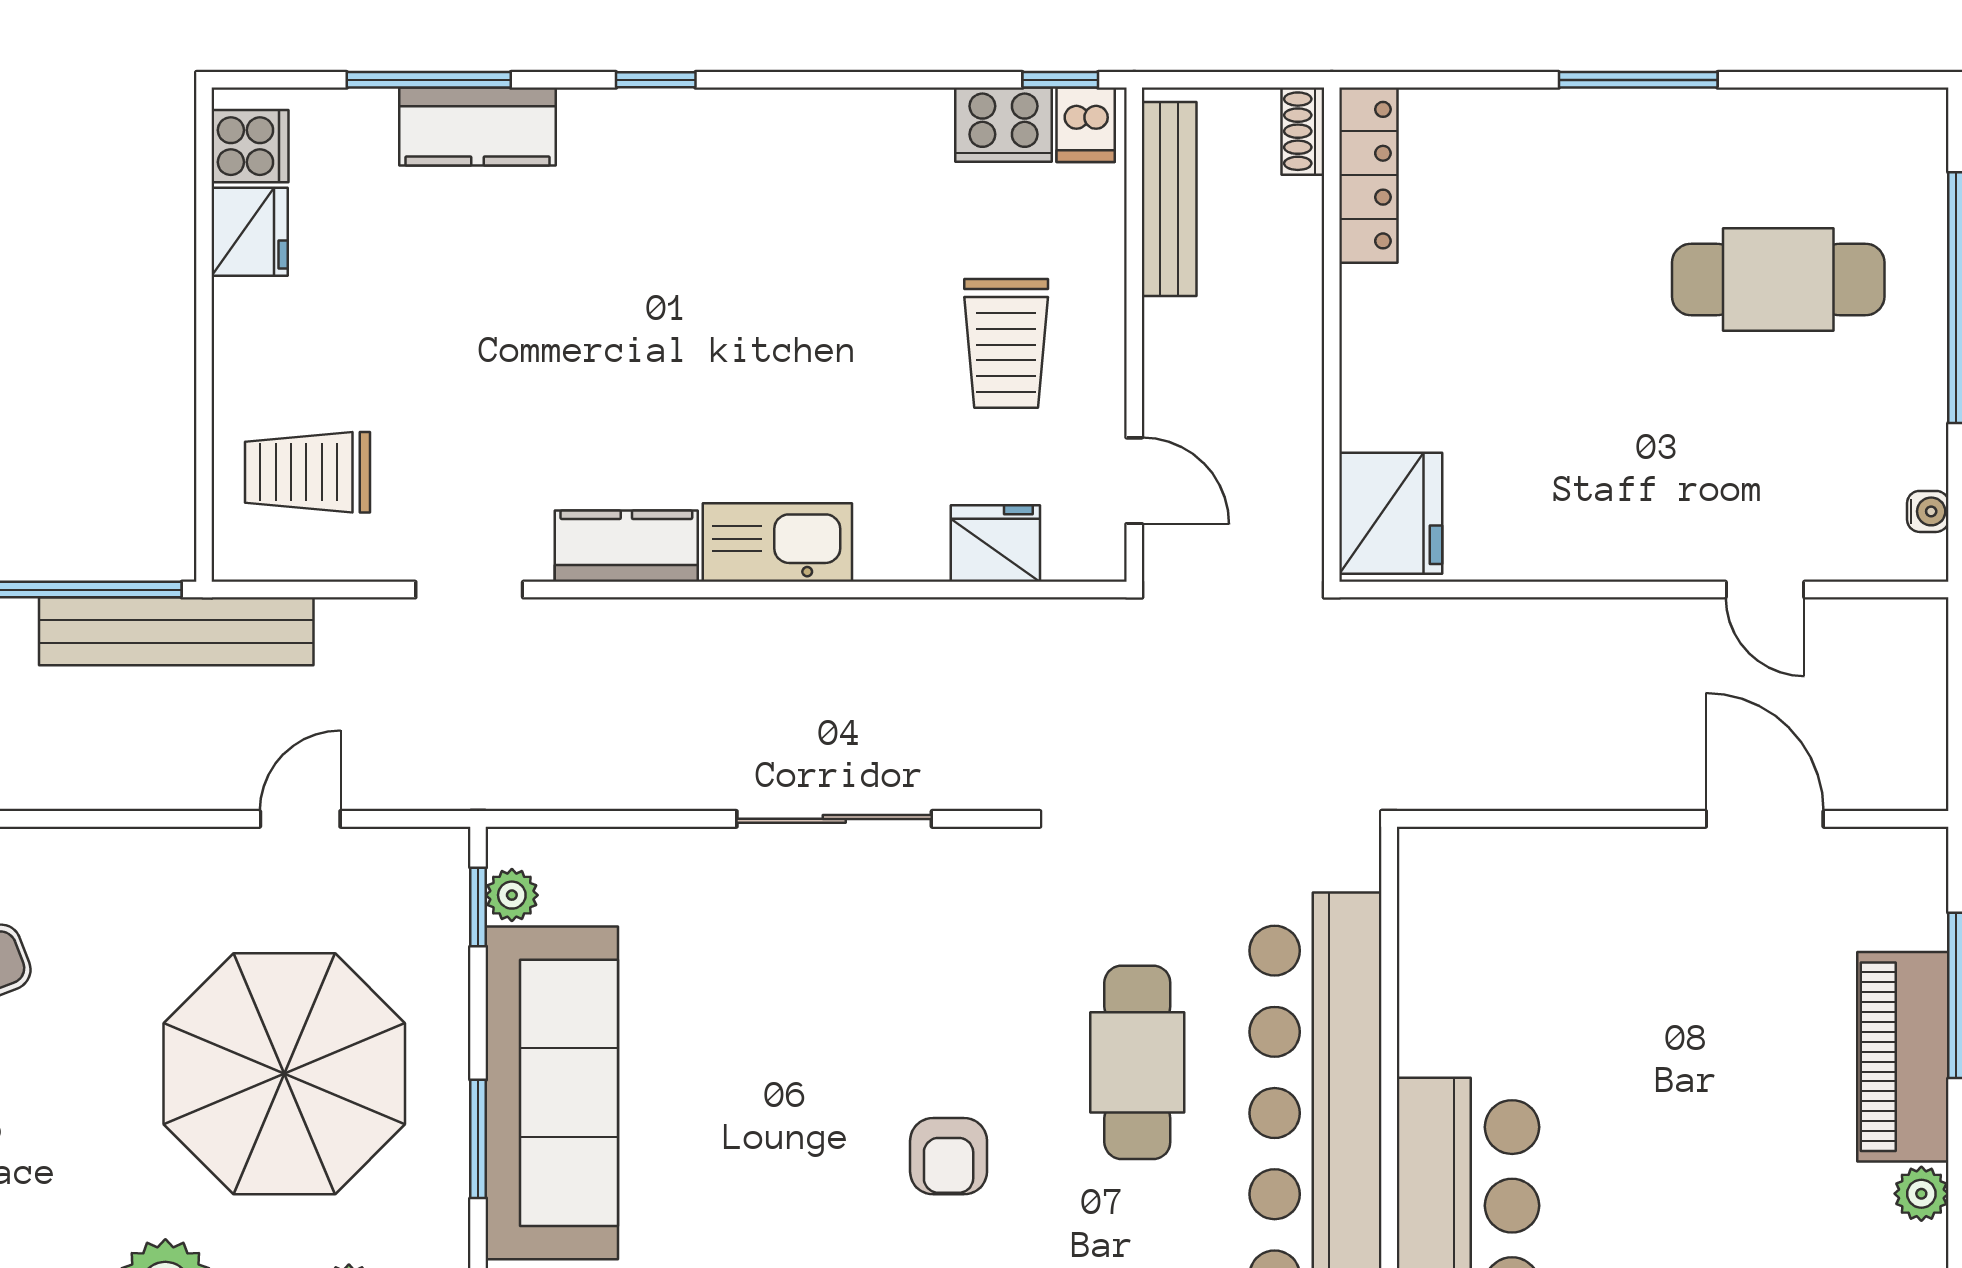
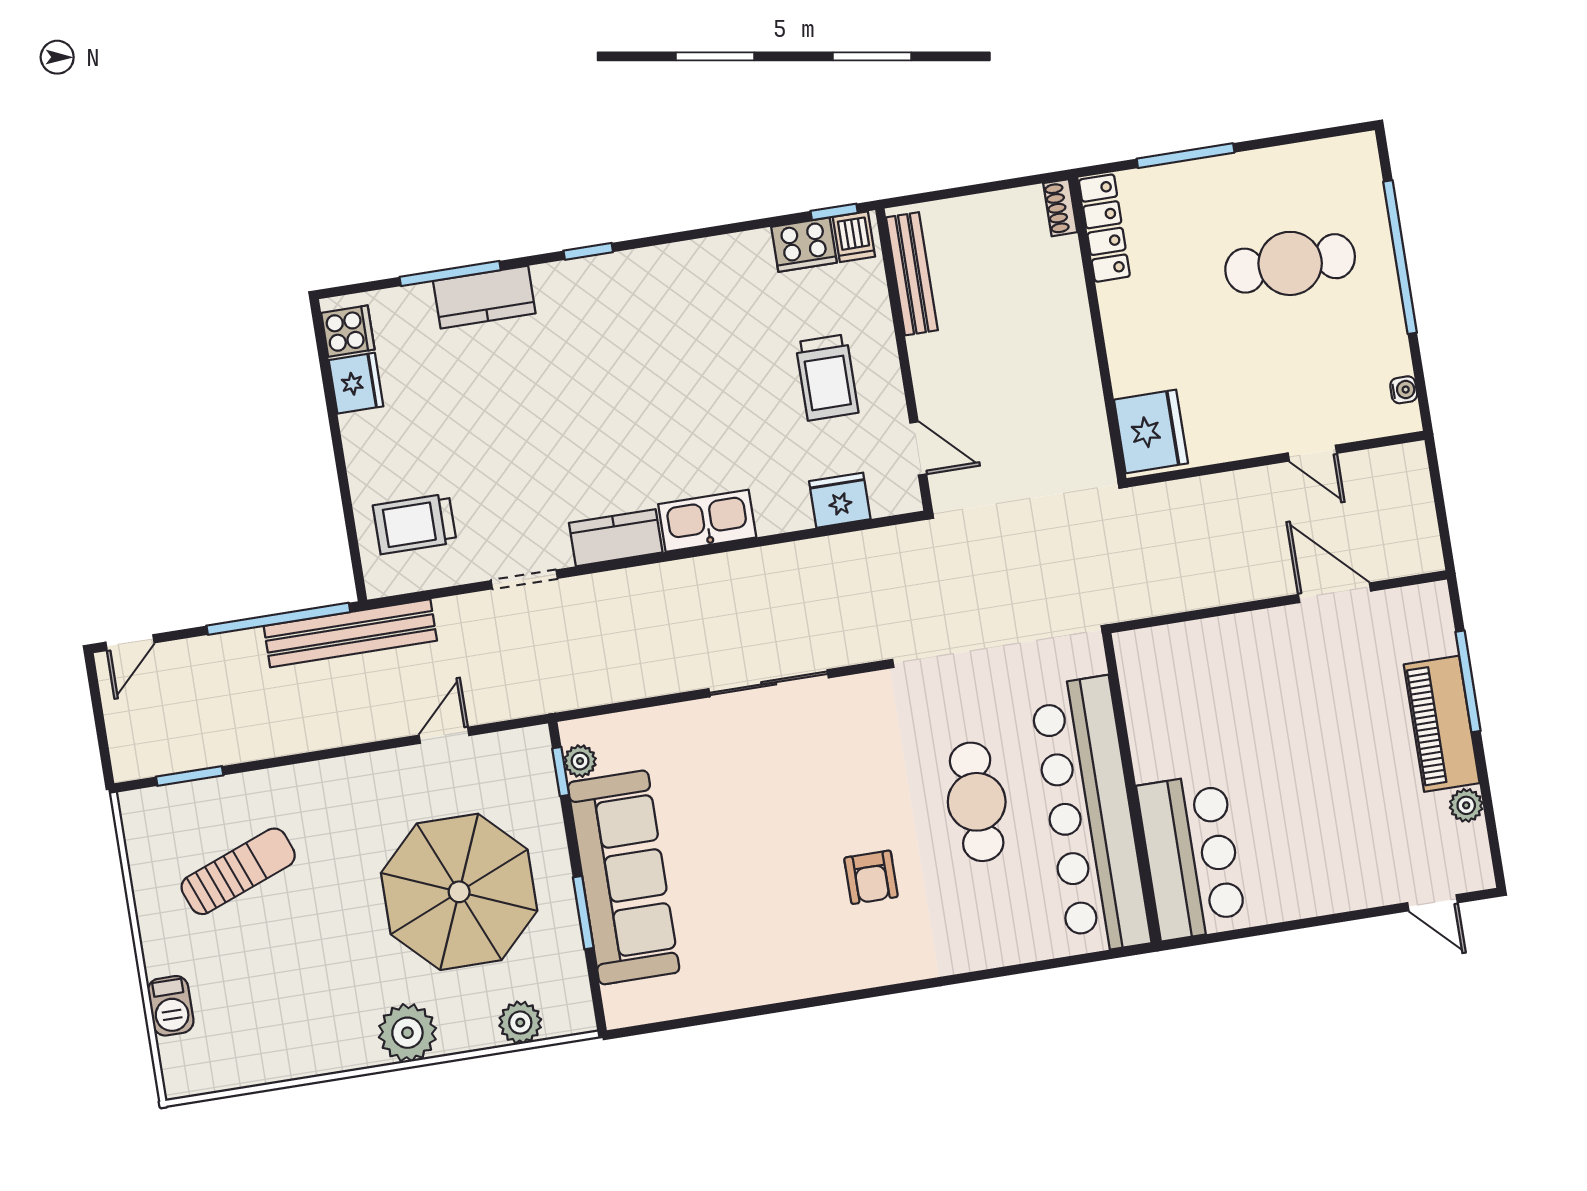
shoe rack: (1303, 131) -> (1060, 208), moved
locker: (1368, 175) -> (1104, 228), moved
wall: (1332, 335) -> (1098, 329), moved
fridge: (1391, 513) -> (1151, 431), moved

